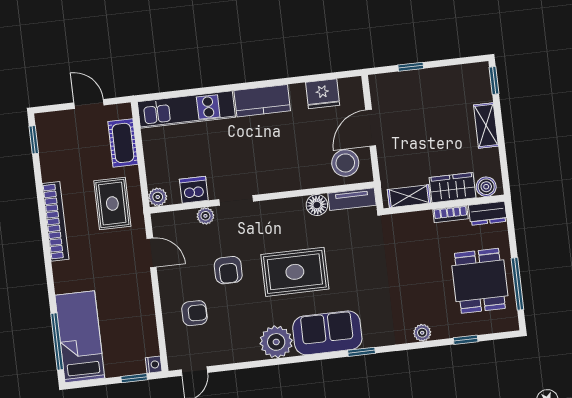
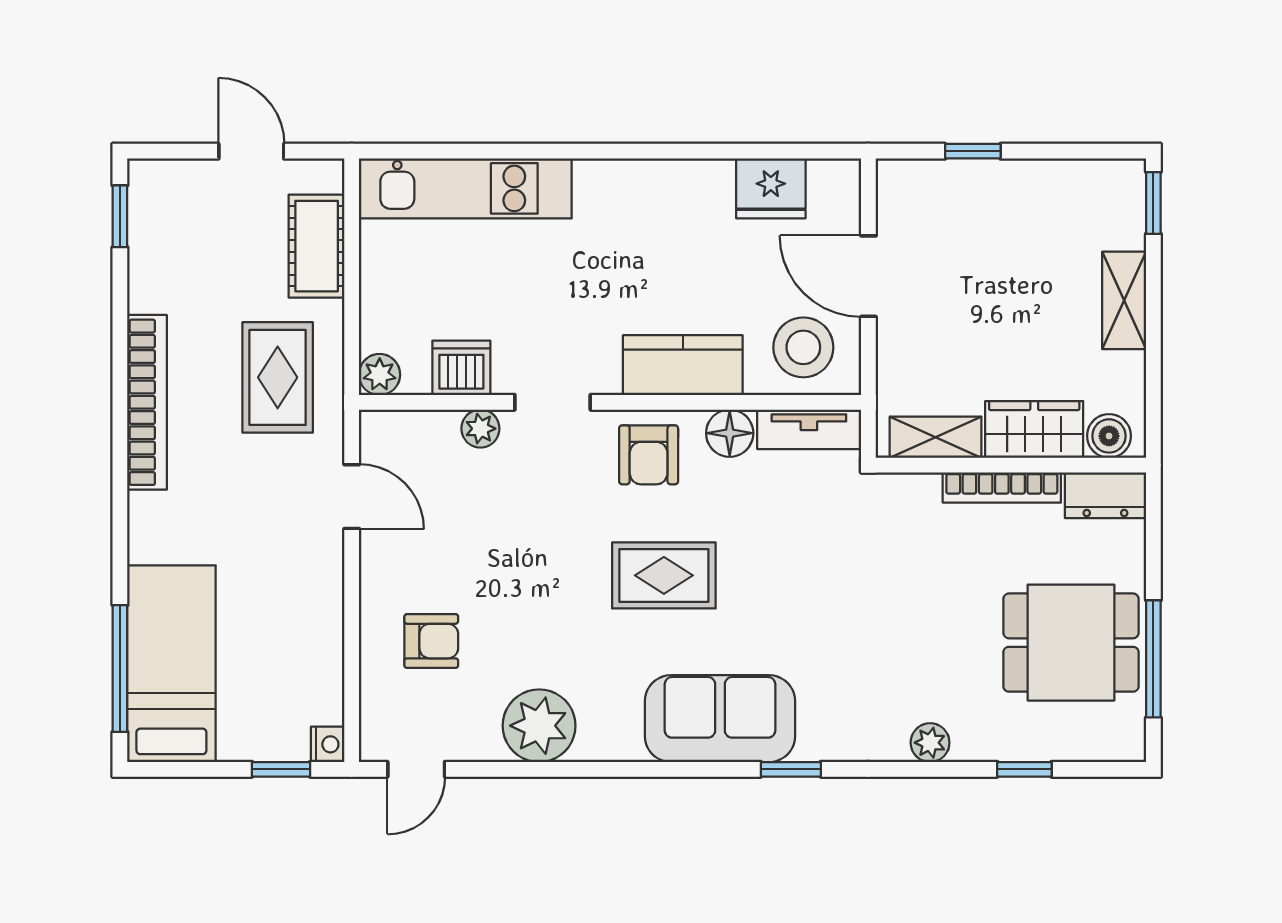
kitchen counter: (262, 101) -> (683, 365), moved, turned 180
door: (371, 128) -> (868, 276), hinge flipped
bookcase: (451, 214) -> (1002, 487), width x1.56
armchair: (228, 270) -> (649, 455), moved
rug: (295, 272) -> (664, 575), width x0.73, depth x0.70
dining table: (480, 281) -> (1071, 643), turned 90
plant: (276, 342) -> (539, 726), moved

